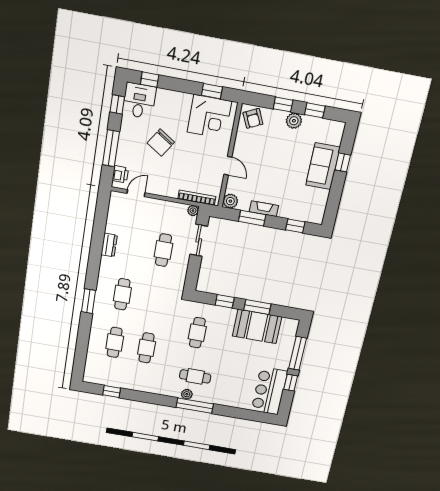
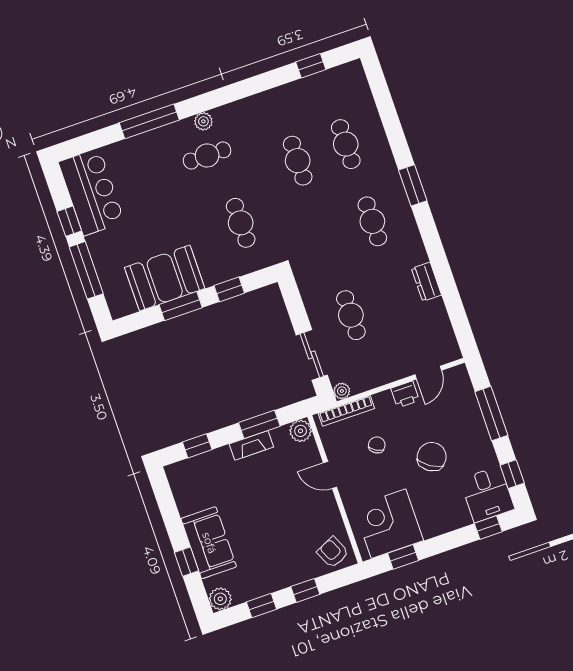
plant: (294, 121) -> (220, 599), moved
chair: (190, 168) -> (377, 445), added
printer: (120, 174) -> (405, 394), moved, turned -90
window: (195, 406) -> (149, 121), moved

